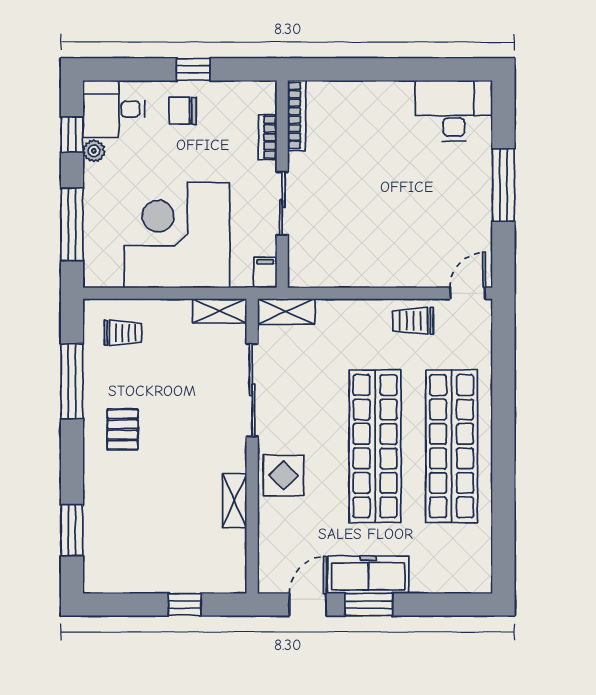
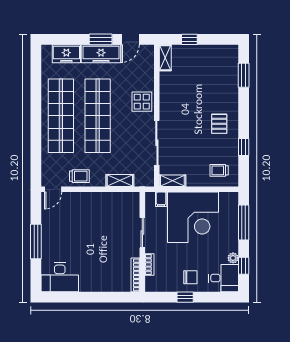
filing cabinet: (265, 273) -> (161, 199), moved
shelving: (286, 312) -> (120, 181), moved
window: (72, 381) -> (244, 147), width x0.46
shelving: (235, 501) -> (165, 58), moved
freezer: (440, 575) -> (66, 54), added

